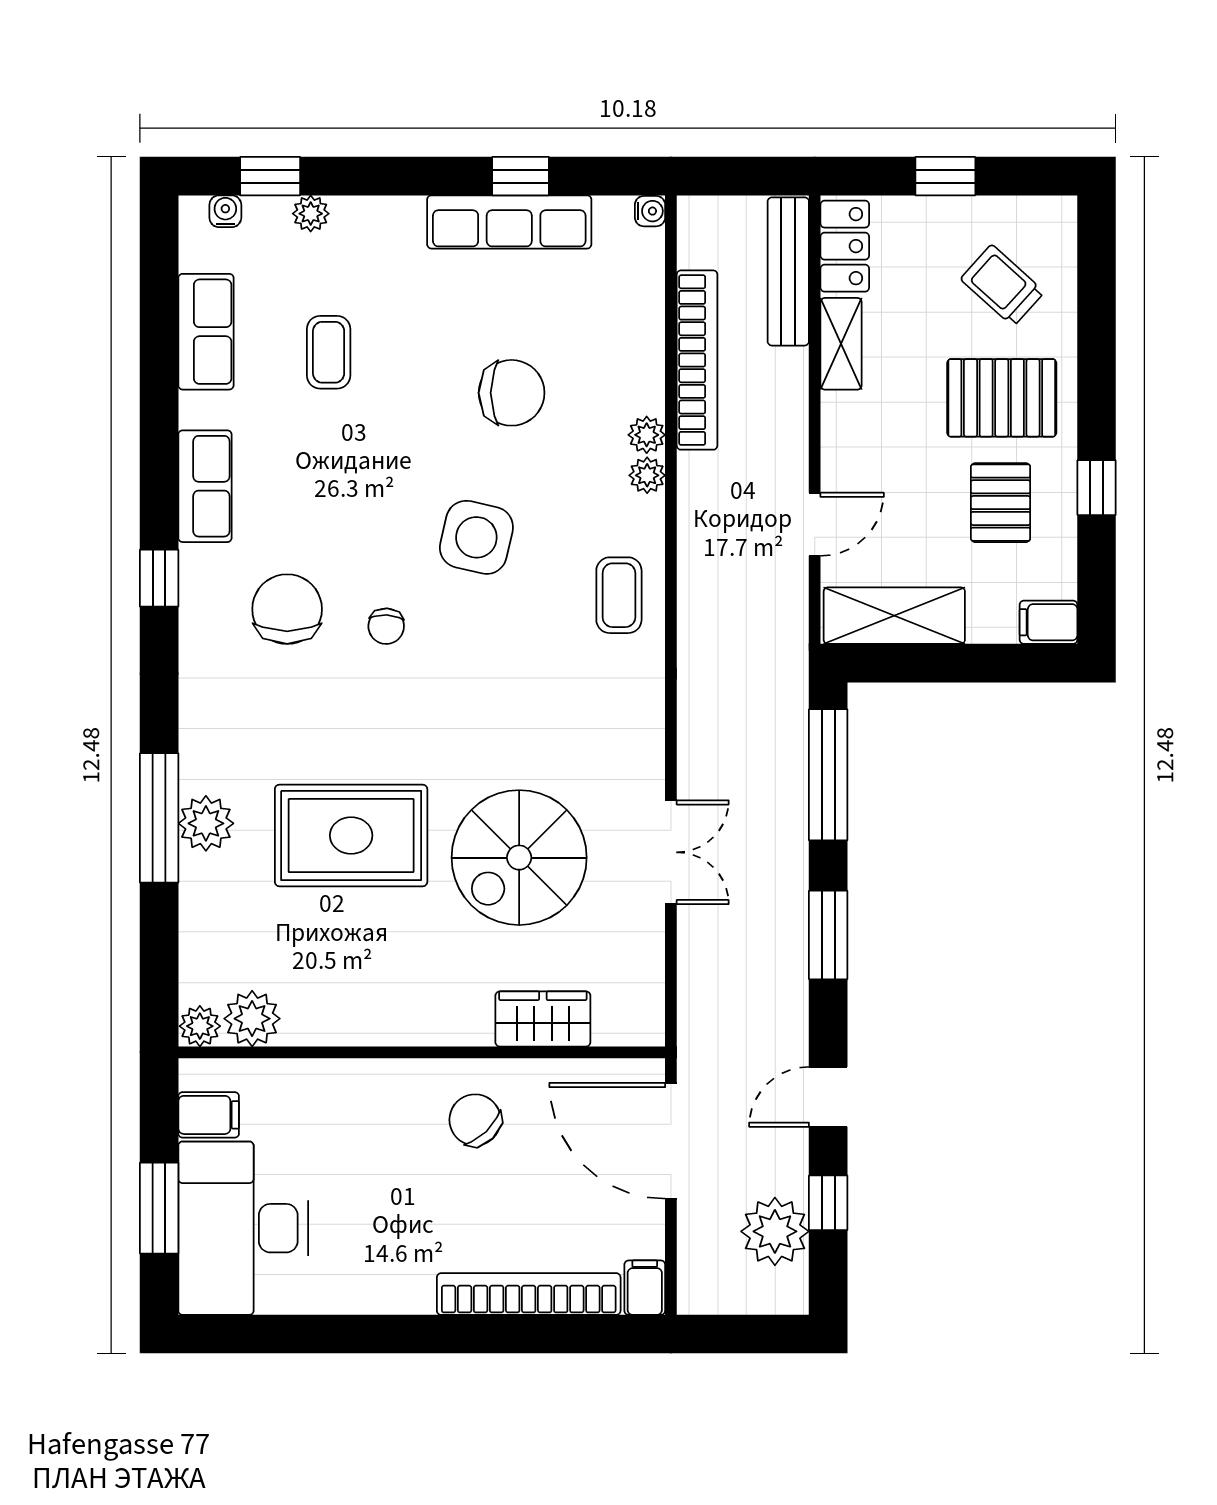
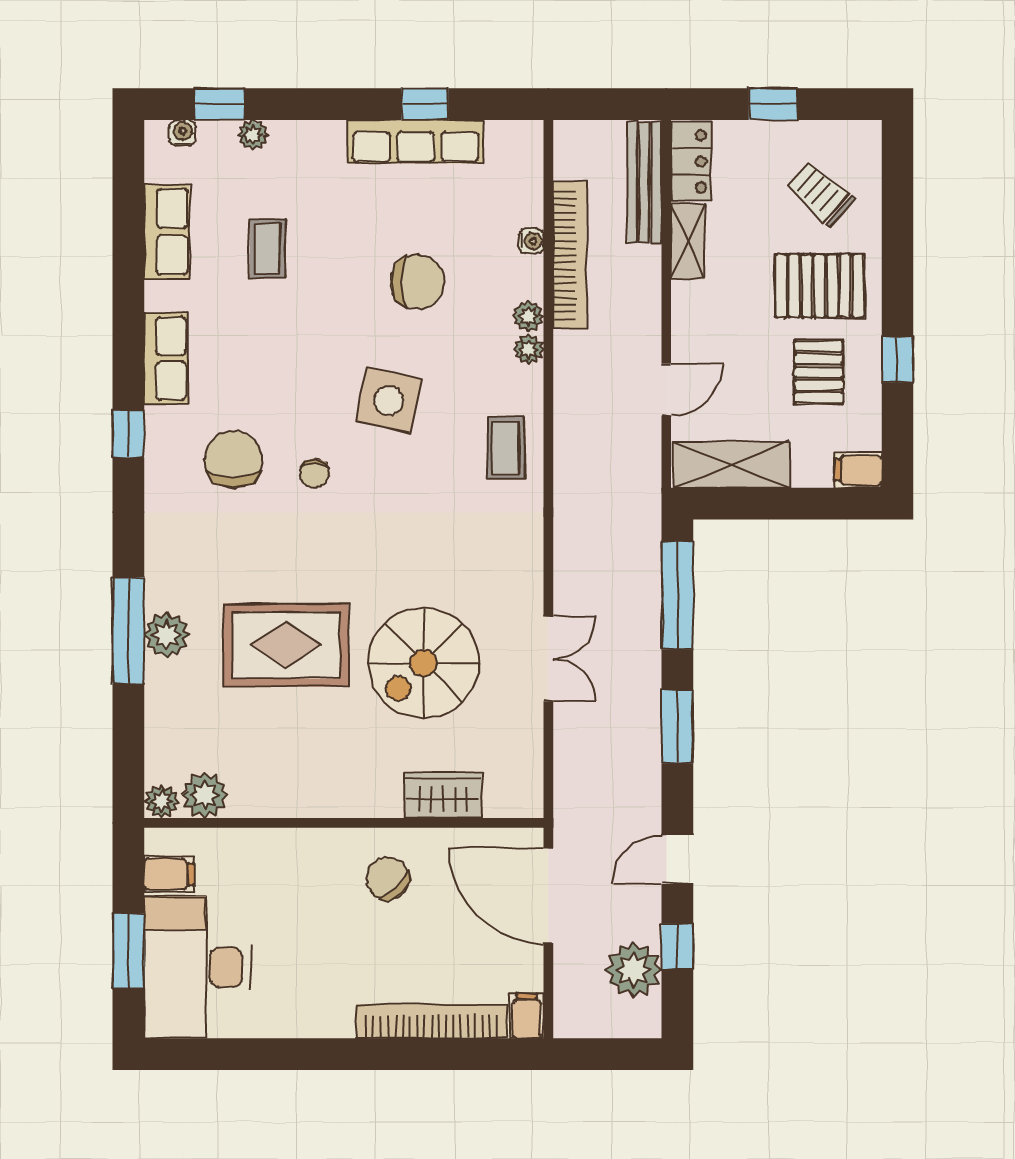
water cooler: (650, 211) -> (531, 241), moved

